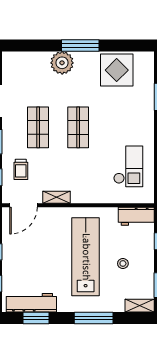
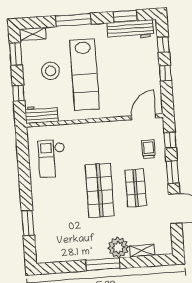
display table: (117, 70) -> (69, 244), removed
shop shelf: (78, 127) -> (100, 190), width x1.43, depth x1.36
shelving: (57, 197) -> (142, 251), moved
stool: (123, 263) -> (50, 71), width x1.89, depth x1.89

